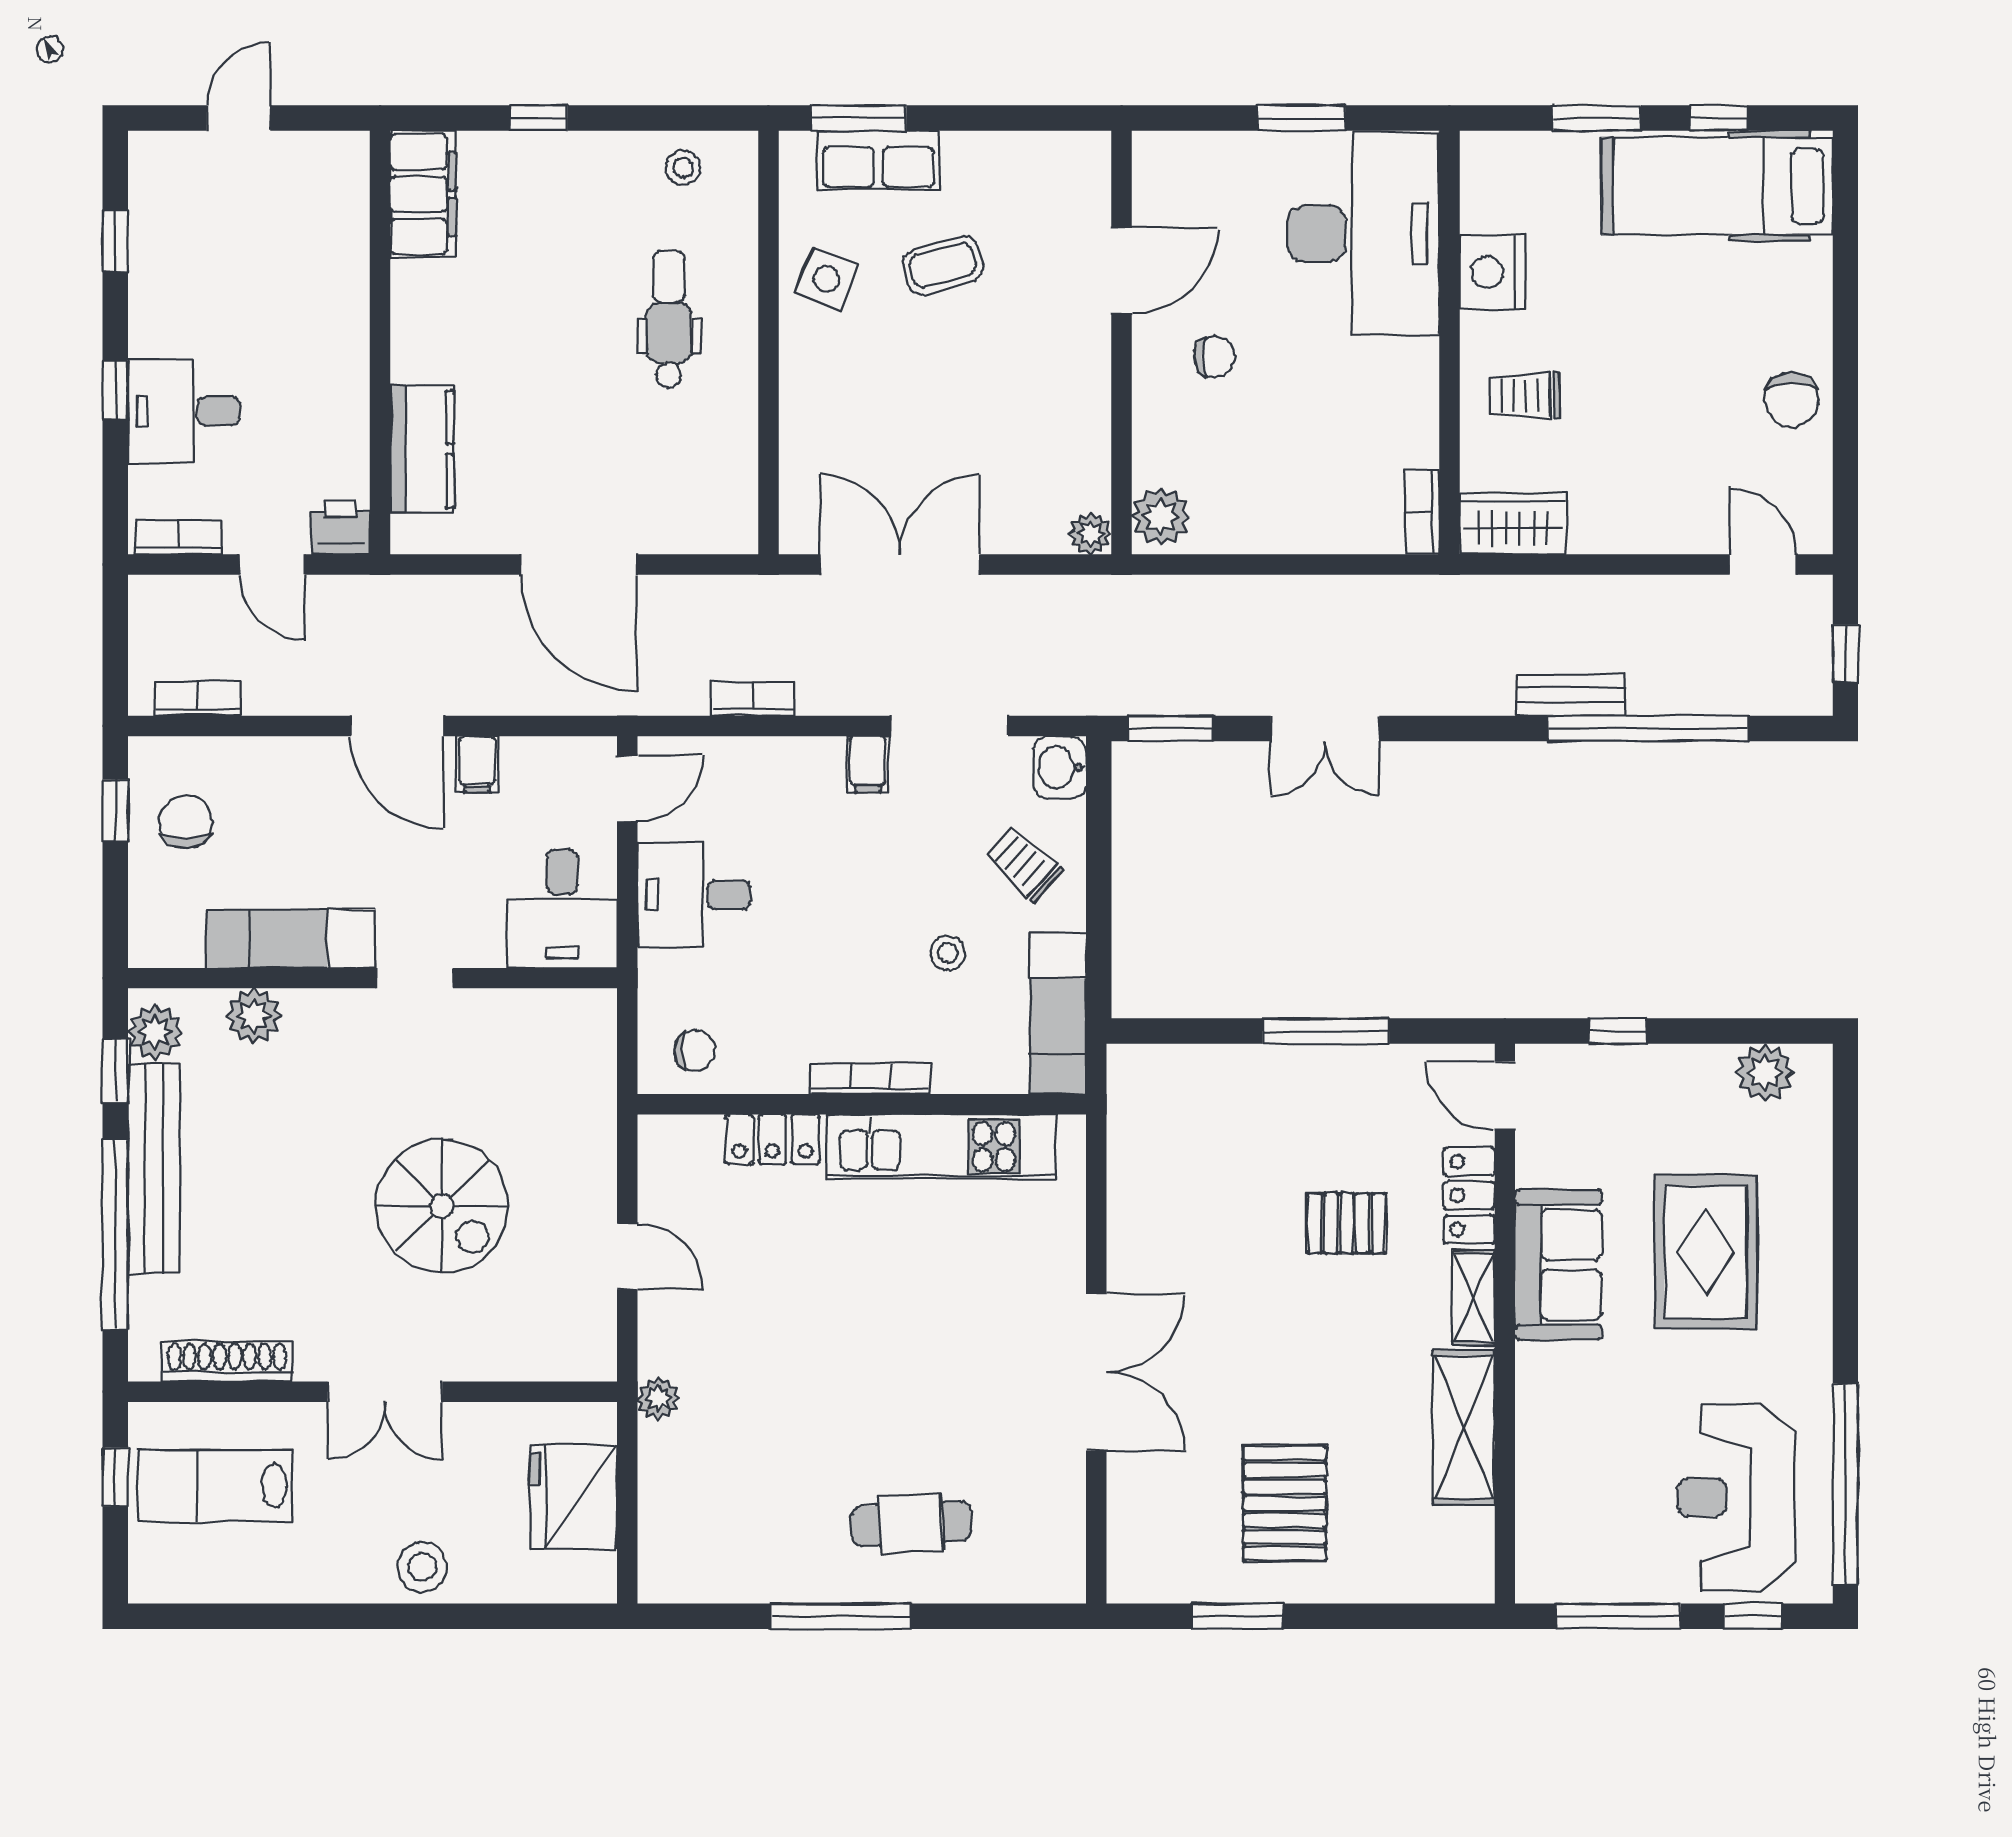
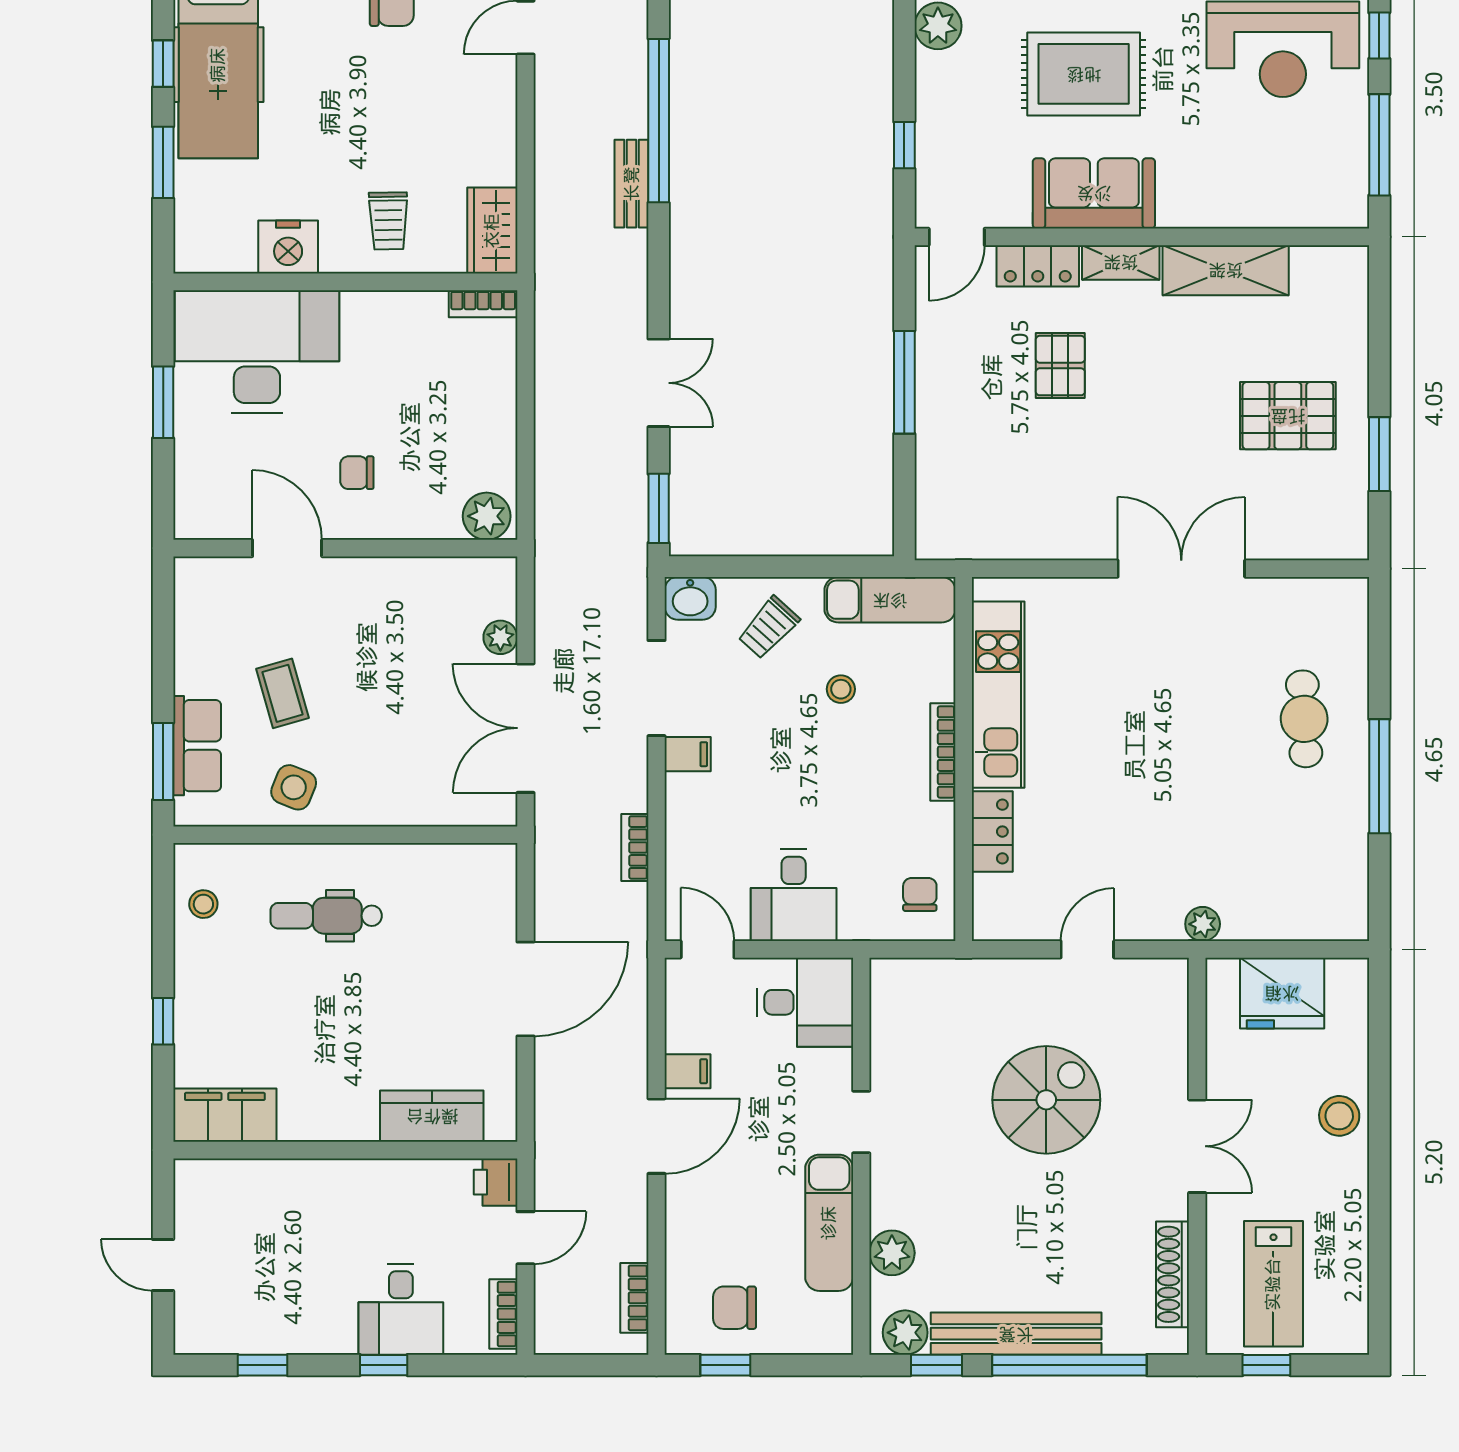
chair: (1214, 357) -> (357, 473), turned -90
plant: (1091, 534) -> (500, 637), moved

